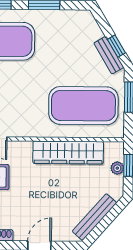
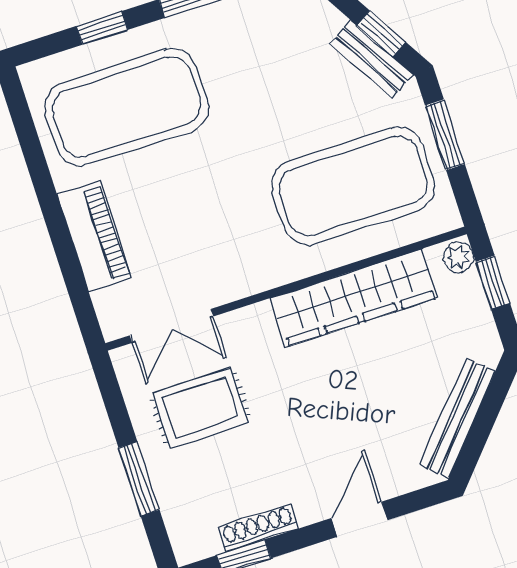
plant: (117, 168) -> (458, 257), moved

